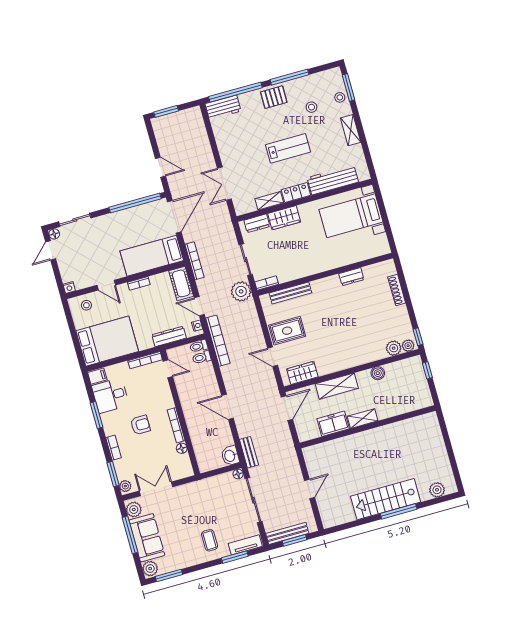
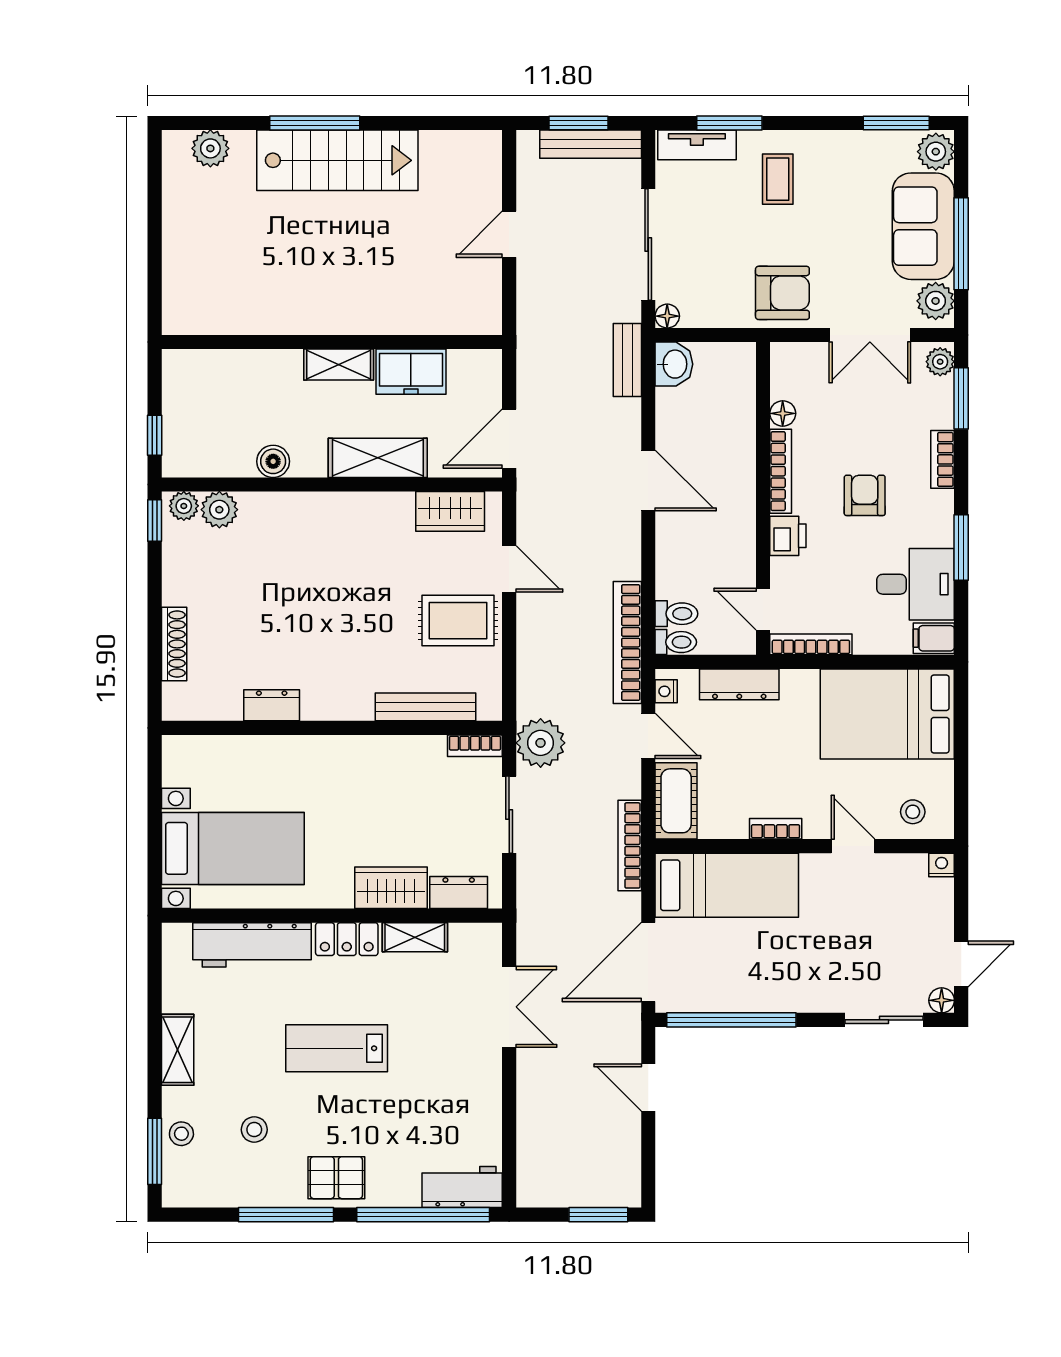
printer: (166, 400) -> (788, 536), added
armchair: (140, 425) -> (865, 495), turned 90
armchair: (195, 496) -> (782, 293), added

